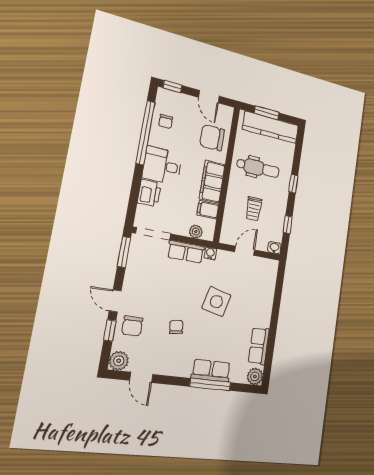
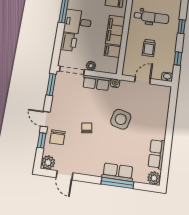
plant: (196, 232) -> (91, 66), moved
chair: (176, 327) -> (87, 128), moved

